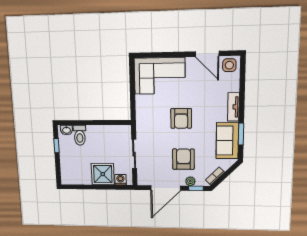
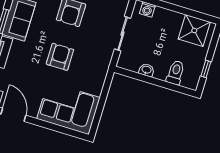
washbasin: (66, 130) -> (146, 70), moved
shower: (103, 174) -> (194, 30), moved

